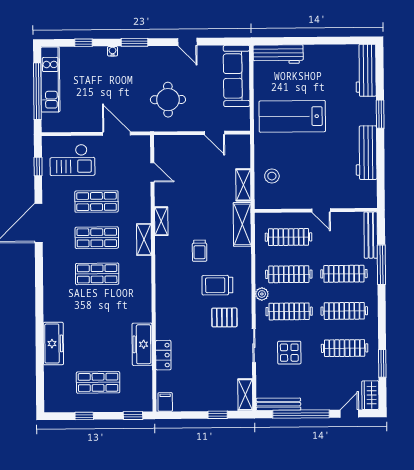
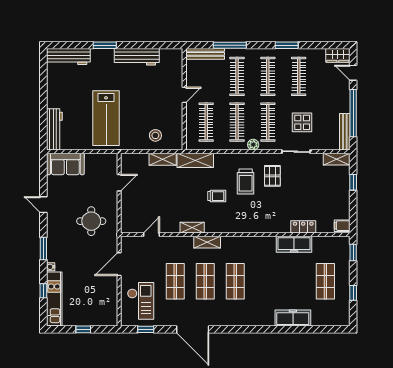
door: (187, 42) -> (43, 205), swing flipped
sofa: (237, 76) -> (65, 164), width x0.73
kitchen unit: (50, 79) -> (54, 299), moved, turned 90
window: (37, 91) -> (83, 329), width x0.32
window: (382, 363) -> (287, 45), moved

